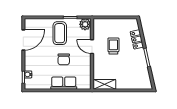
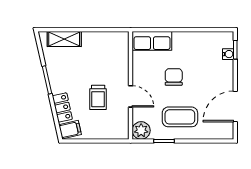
filing cabinet: (132, 25) -> (70, 130), added
coffee table: (60, 33) -> (180, 117), turned 90
row of seats: (64, 83) -> (152, 41), moved
shelving: (105, 84) -> (64, 39), moved

